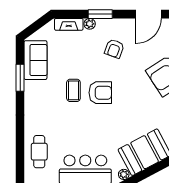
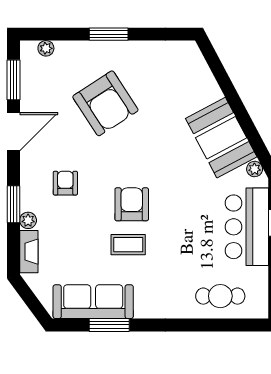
door: (149, 14) -> (13, 132), hinge flipped
armchair: (114, 49) -> (65, 183), turned -110
sofa: (36, 60) -> (93, 302), width x1.36

